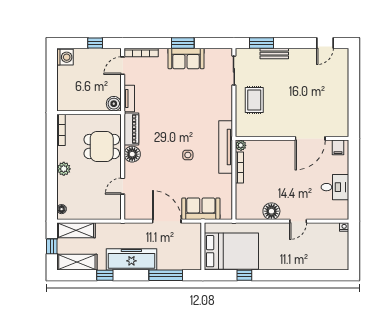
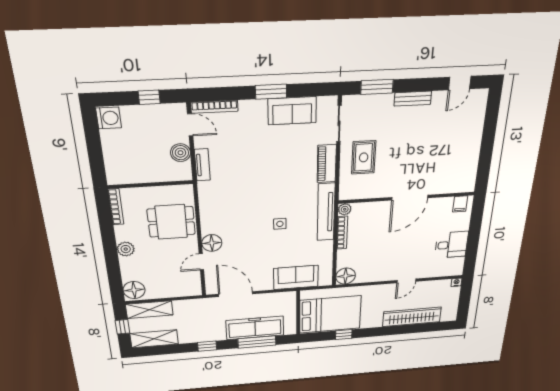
bench: (274, 54) -> (413, 99), moved
sofa: (186, 58) -> (292, 111), moved
door: (123, 66) -> (190, 125), swing flipped
boiler: (114, 104) -> (180, 153), moved
piano: (131, 129) -> (327, 164), moved, turned 180
door: (310, 138) -> (410, 198), moved
floor lamp: (132, 154) -> (212, 243), moved
floor lamp: (62, 209) -> (134, 290), width x1.89, depth x1.89
floor lamp: (271, 211) -> (346, 276), moved
door: (167, 221) -> (236, 294), moved
freezer: (131, 259) -> (255, 328), moved
wardrobe: (307, 261) -> (412, 317), added
window: (105, 275) -> (207, 346), moved

